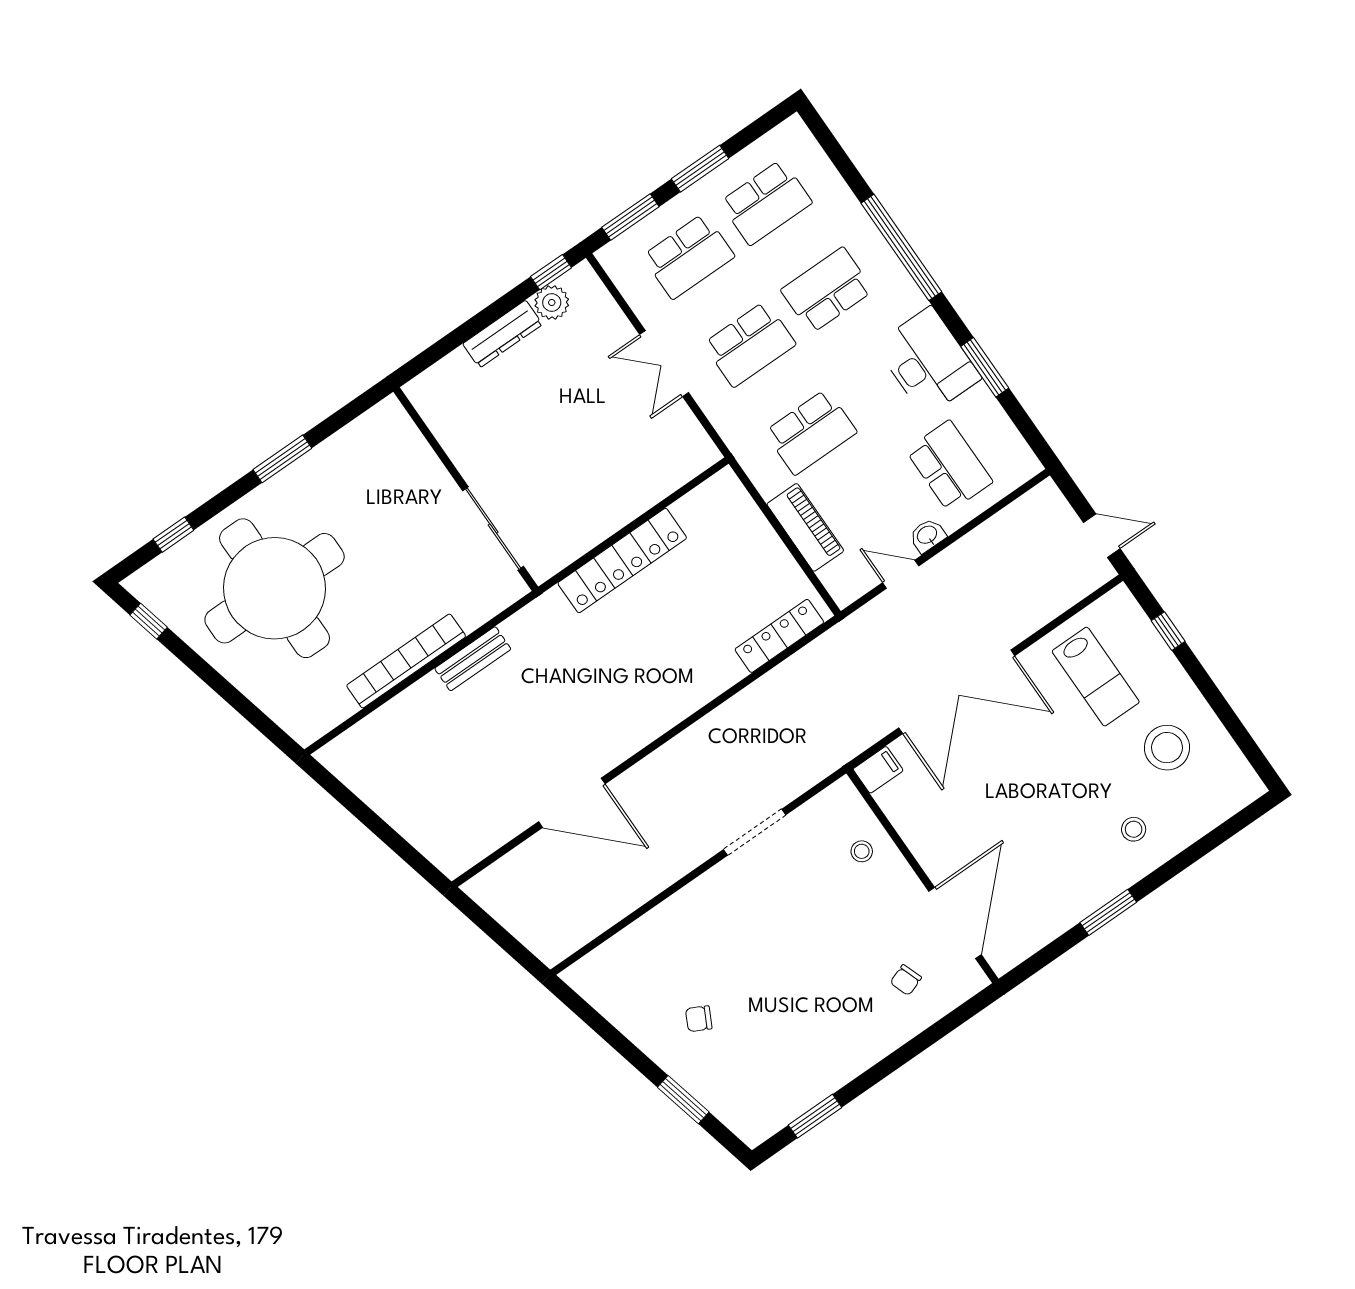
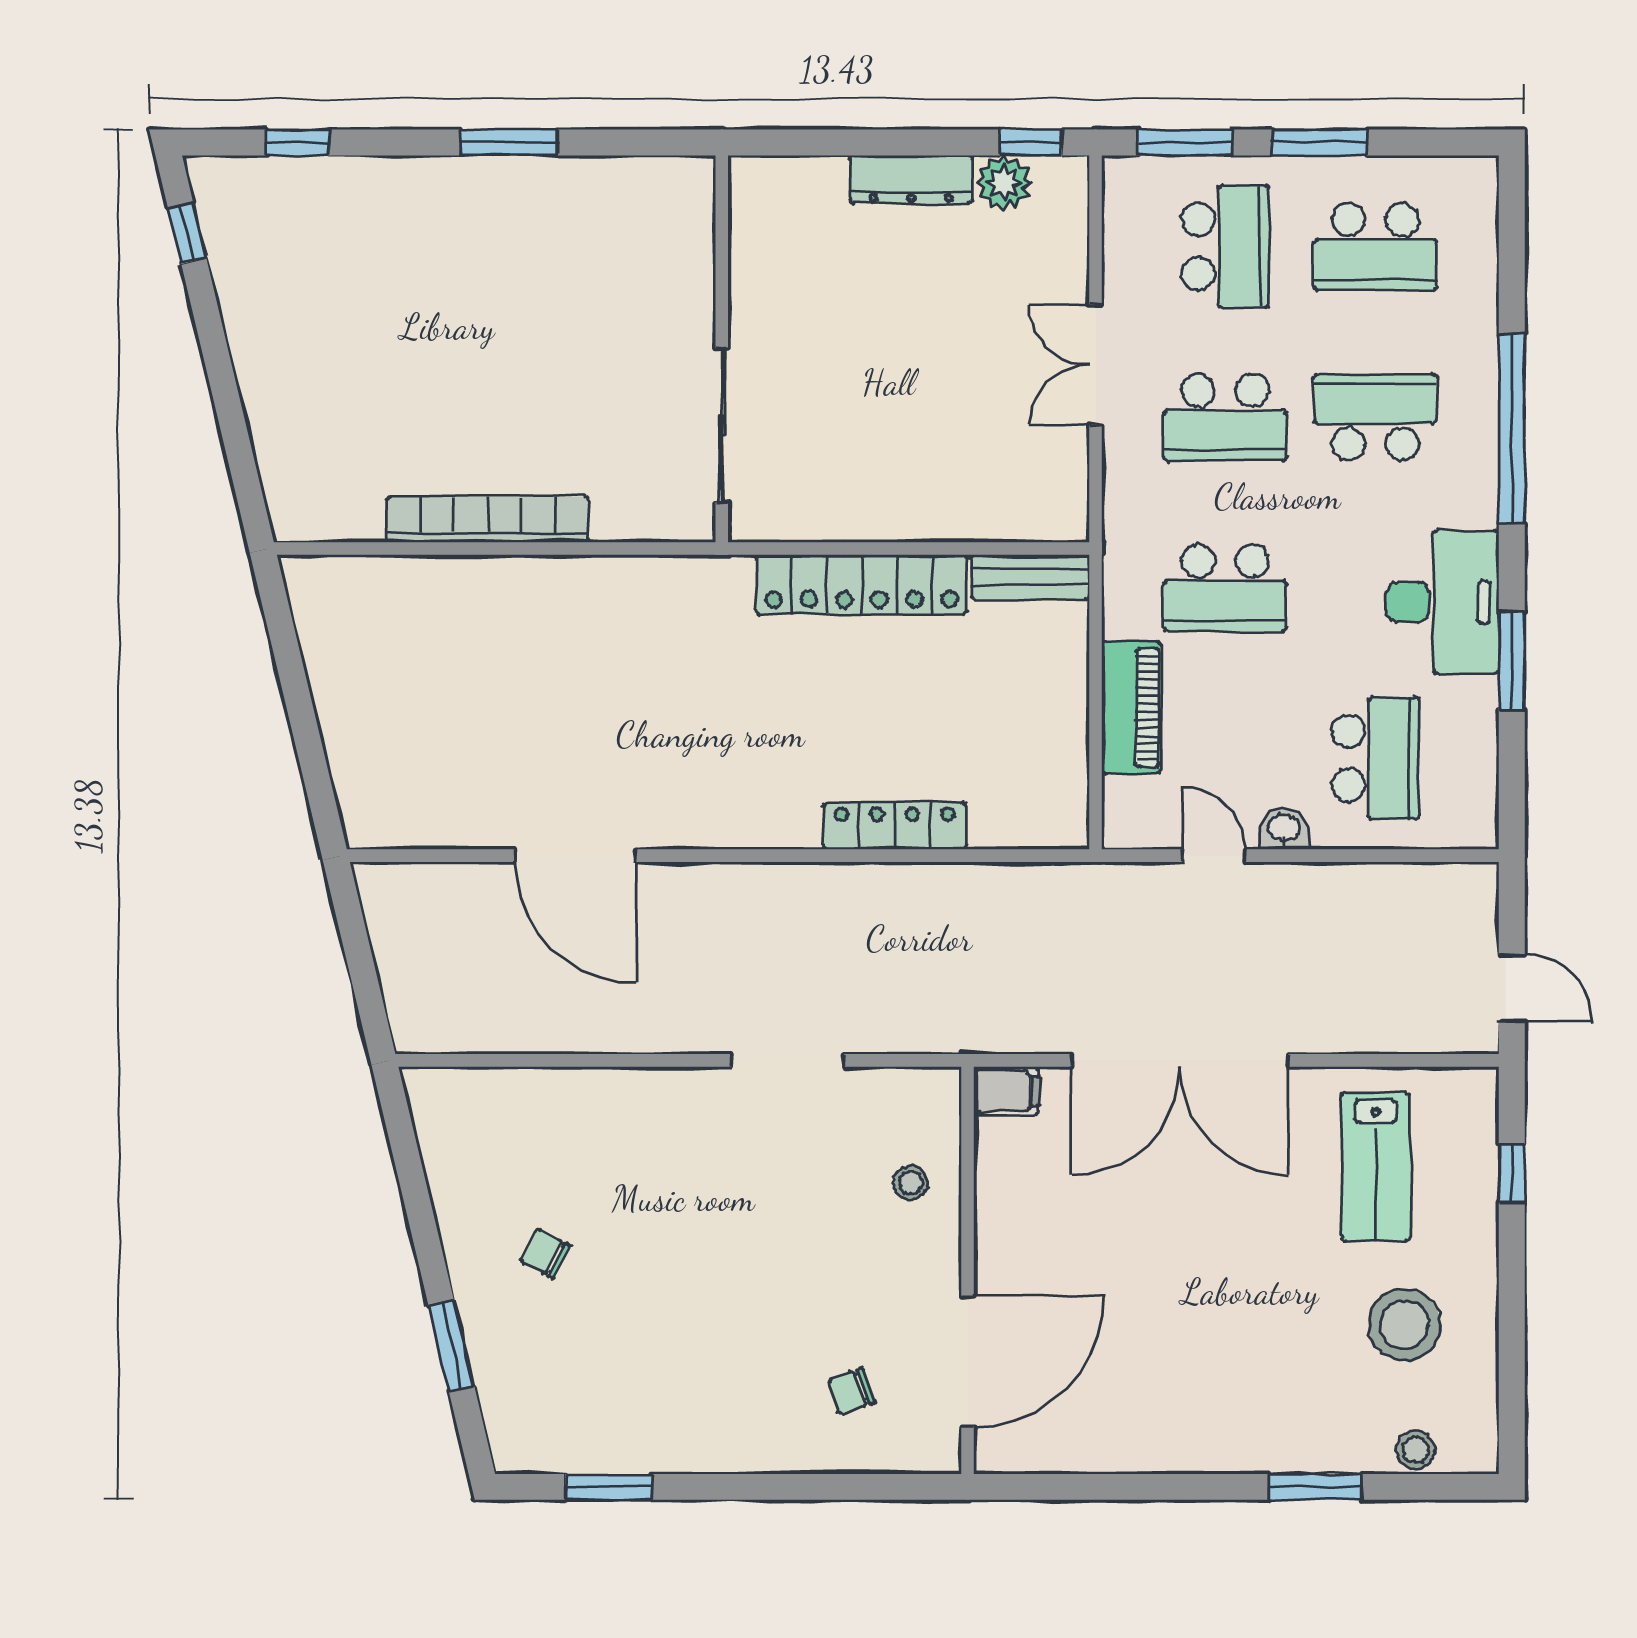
school desk: (688, 256) -> (1225, 246), turned -90
round table: (275, 588) -> (382, 304), removed
locker: (779, 636) -> (895, 826), moved
bench: (473, 659) -> (1030, 577), moved
stool: (1134, 829) -> (1416, 1450), moved
window: (1108, 912) -> (1315, 1487), moved

